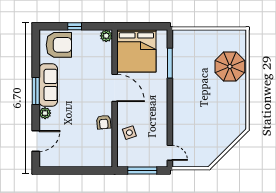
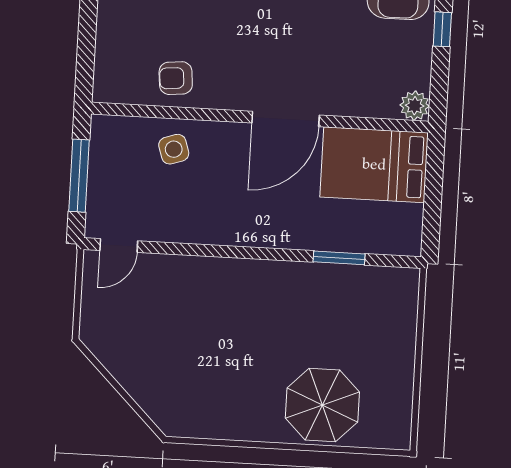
bed: (136, 51) -> (374, 165), width x0.73
window: (170, 63) -> (339, 258), width x0.69
armchair: (104, 122) -> (176, 78), moved

